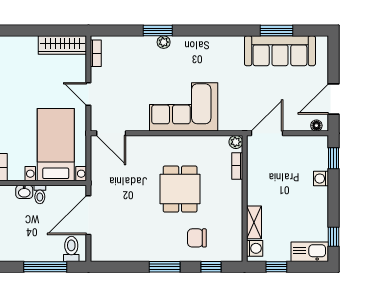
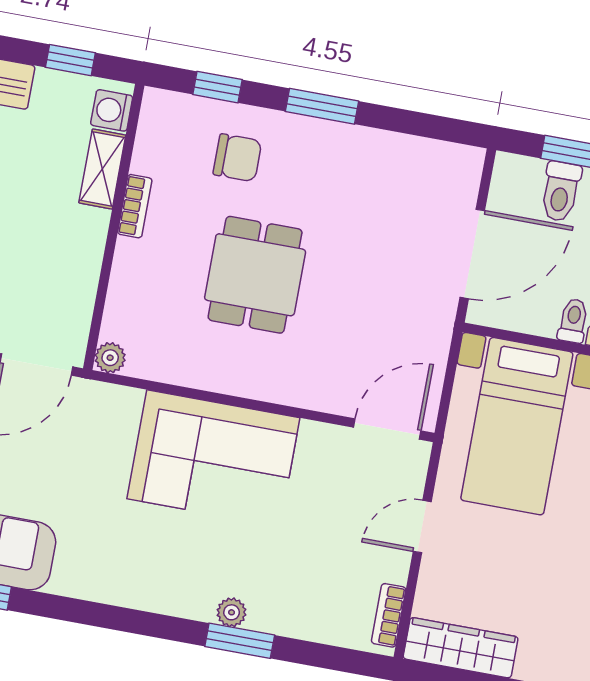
door: (88, 94) -> (422, 527), swing flipped
door: (111, 133) -> (387, 429), hinge flipped
bookcase: (237, 166) -> (135, 206), moved
toilet: (71, 249) -> (561, 191), moved

